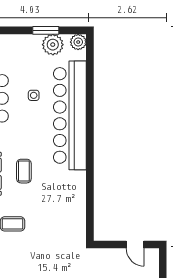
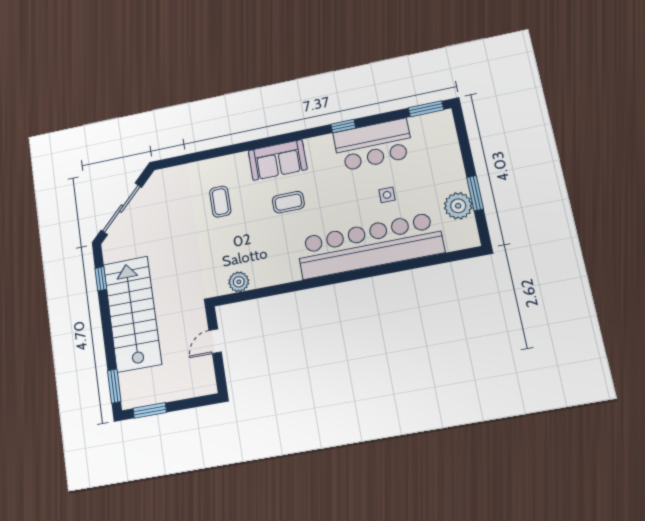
plant: (78, 42) -> (239, 282), moved
door: (135, 245) -> (215, 341), moved

